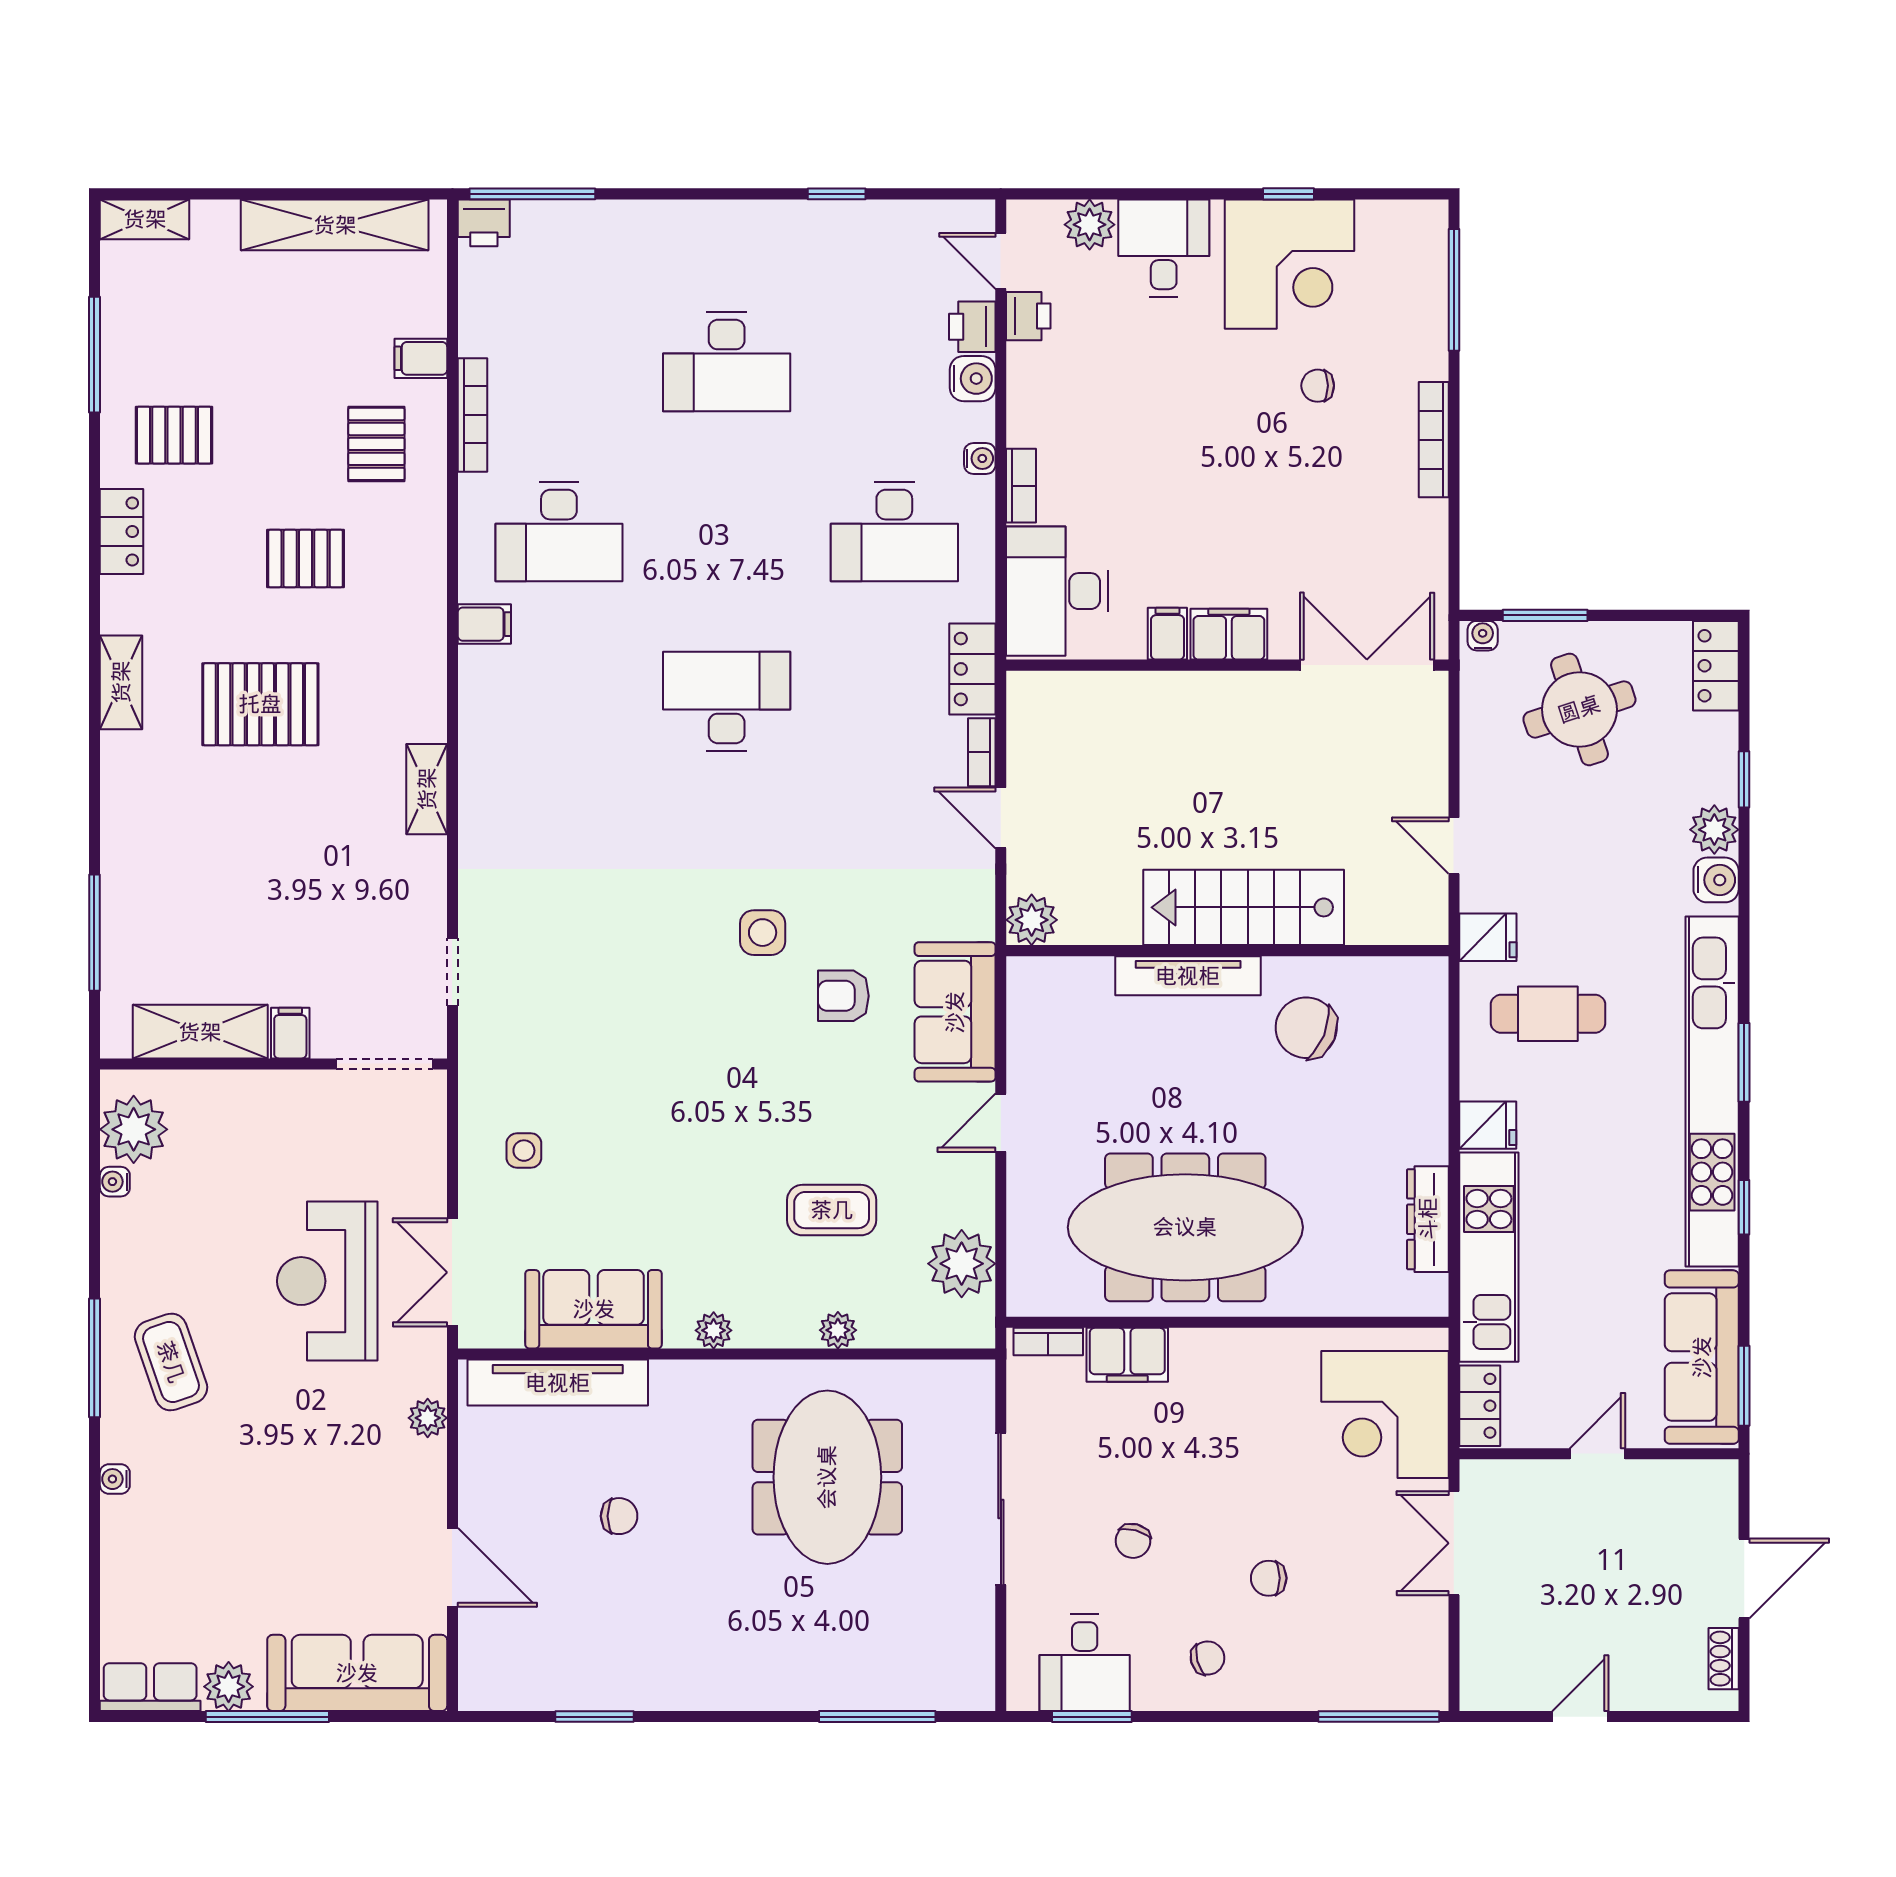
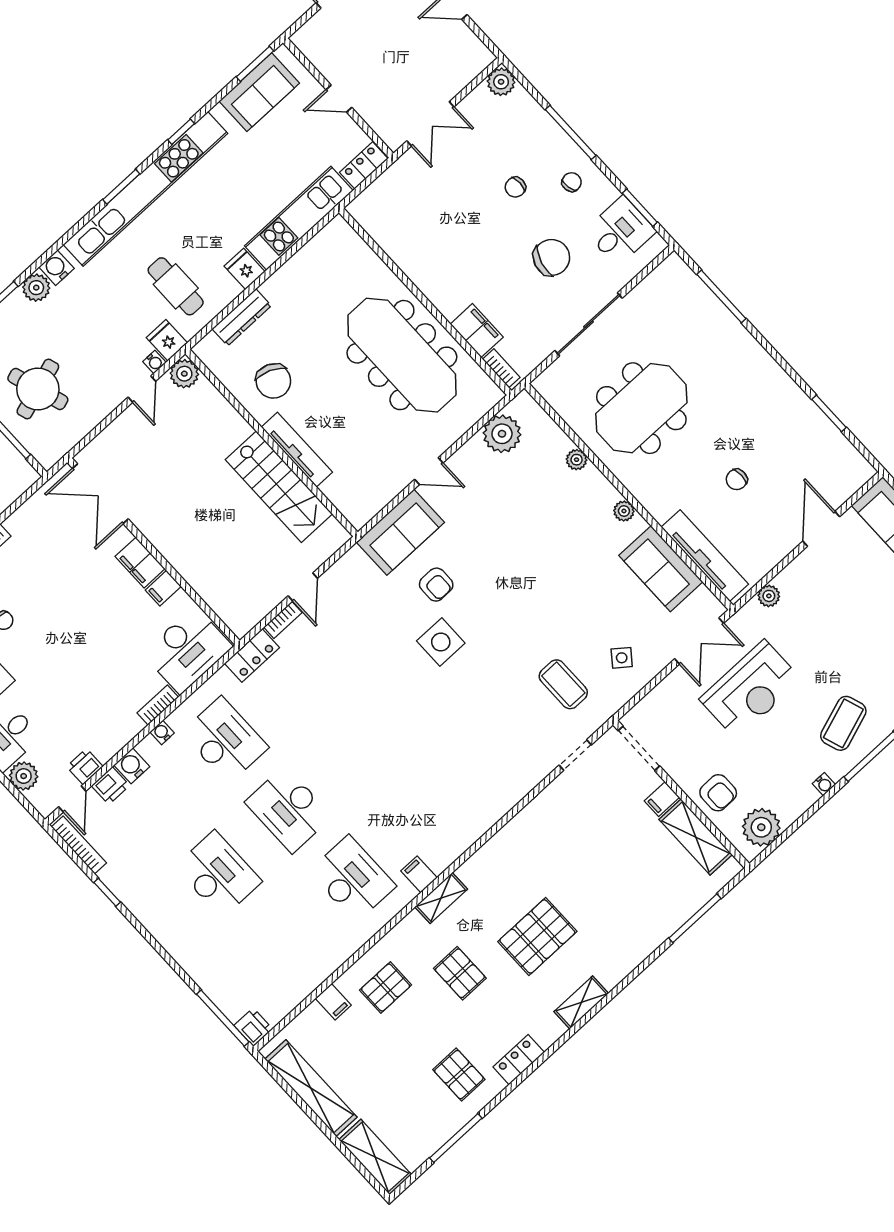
shelving: (145, 219) -> (375, 1157), width x1.50, depth x1.33
bookcase: (472, 415) -> (79, 845), moved, turned 90
water cooler: (1483, 636) -> (154, 362), moved, turned -90
desk: (727, 702) -> (289, 809), moved
pallet: (260, 704) -> (537, 936), turned 90
shelving: (427, 789) -> (441, 898), moved
stairs: (1244, 907) -> (279, 487), moved
plant: (1032, 920) -> (184, 374), moved
side table: (763, 933) -> (441, 642), width x1.37, depth x1.37
armchair: (231, 1114) -> (718, 793), added
side table: (524, 1151) -> (622, 658), turned 38
water cooler: (115, 1182) -> (824, 784), moved
coffee table: (832, 1210) -> (563, 684), moved
dresser: (1428, 1219) -> (242, 317), moved
sofa: (1702, 1357) -> (259, 92), width x0.73
corner desk: (1385, 1415) -> (403, 201), removed
chair: (619, 1516) -> (737, 479), turned -90
chair: (1133, 1541) -> (552, 257), width x1.87, depth x1.87
chair: (1269, 1578) -> (515, 187), turned 90
chair: (1208, 1658) -> (572, 182), turned 94
plant: (1424, 1687) -> (501, 82), added
window: (1379, 1717) -> (571, 132), moved

